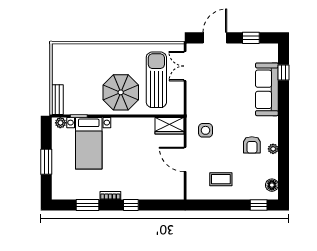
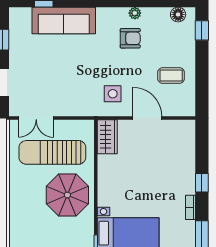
door: (185, 159) -> (147, 118), swing flipped
coffee table: (221, 179) -> (171, 75), turned 90

